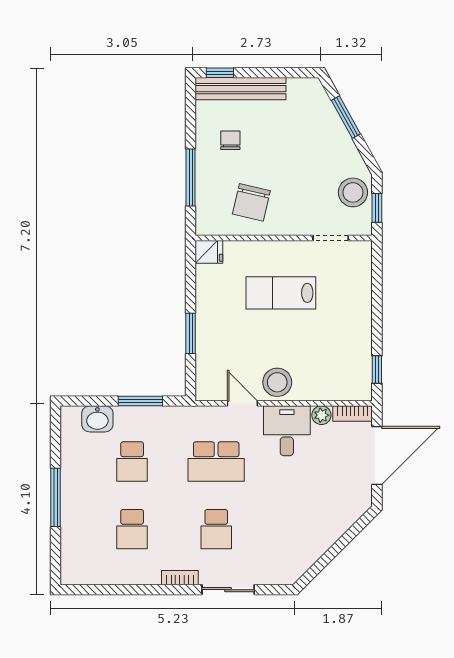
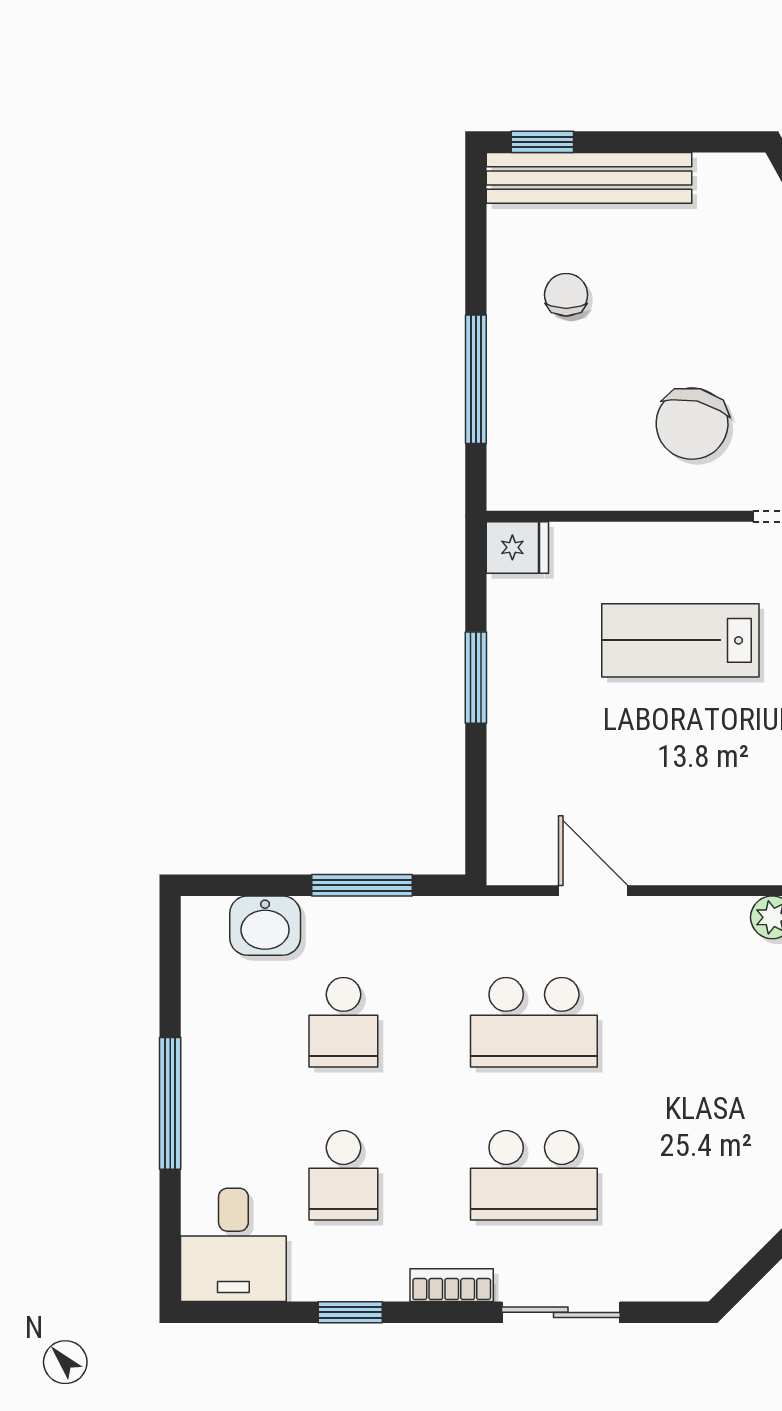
chair: (251, 202) -> (692, 424), moved
window: (191, 333) -> (476, 678), moved
stool: (277, 382) -> (672, 843), removed
desk: (287, 431) -> (233, 1245), moved, turned 180
school desk: (216, 529) -> (534, 1175), width x1.85
window: (135, 590) -> (350, 1312), added

